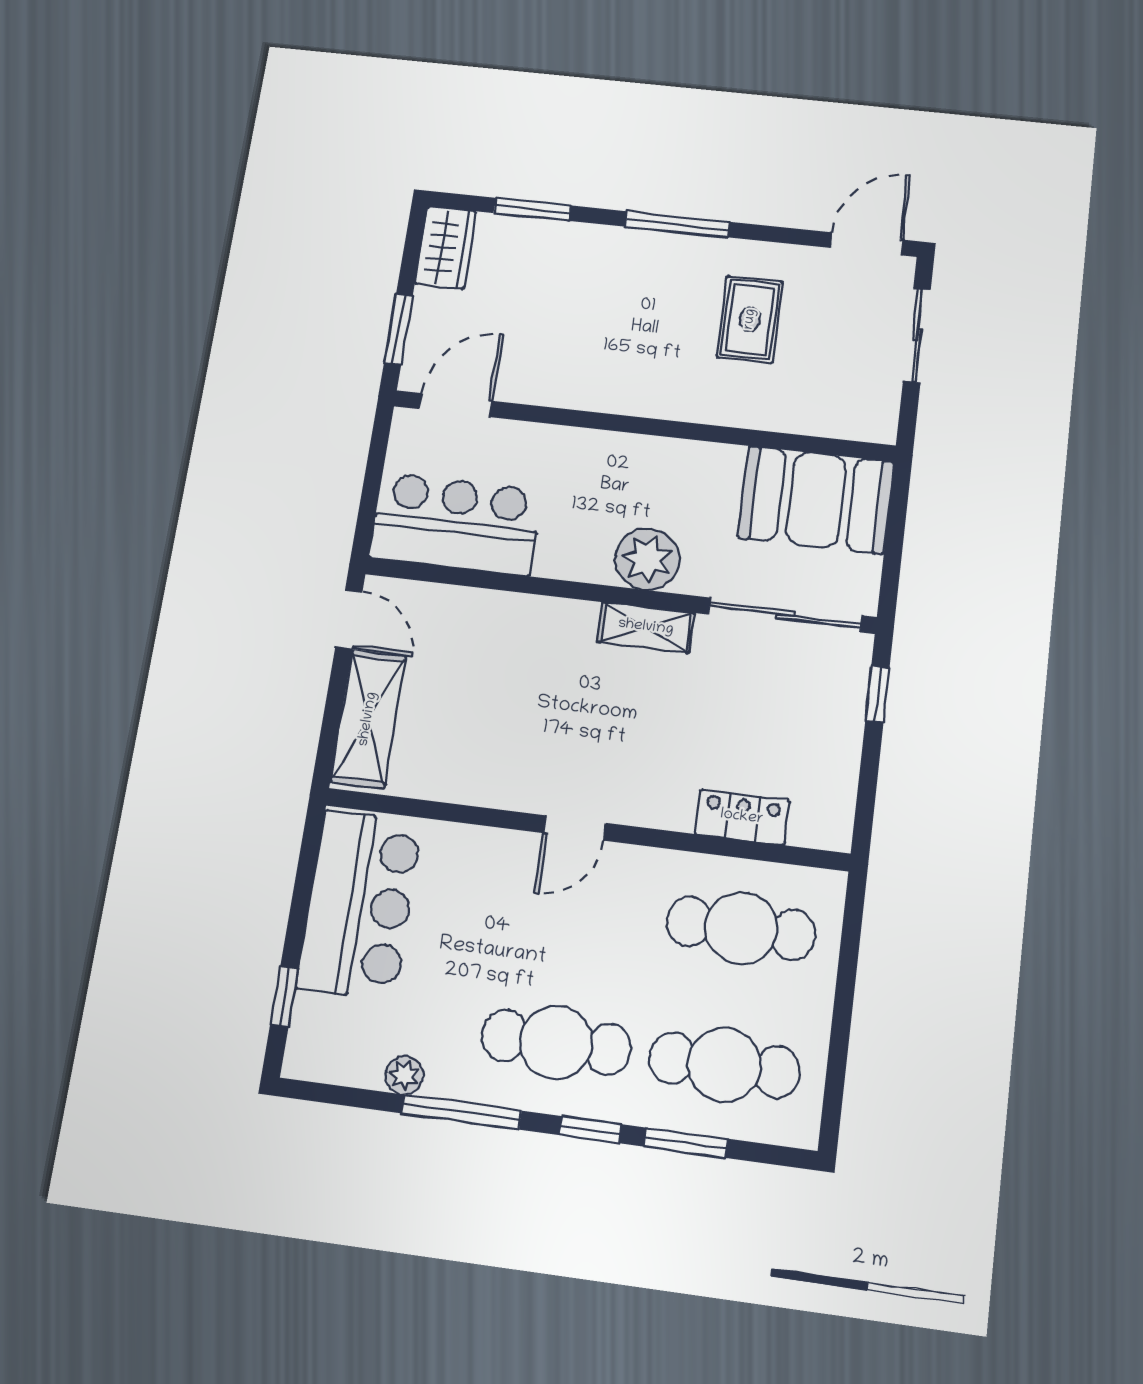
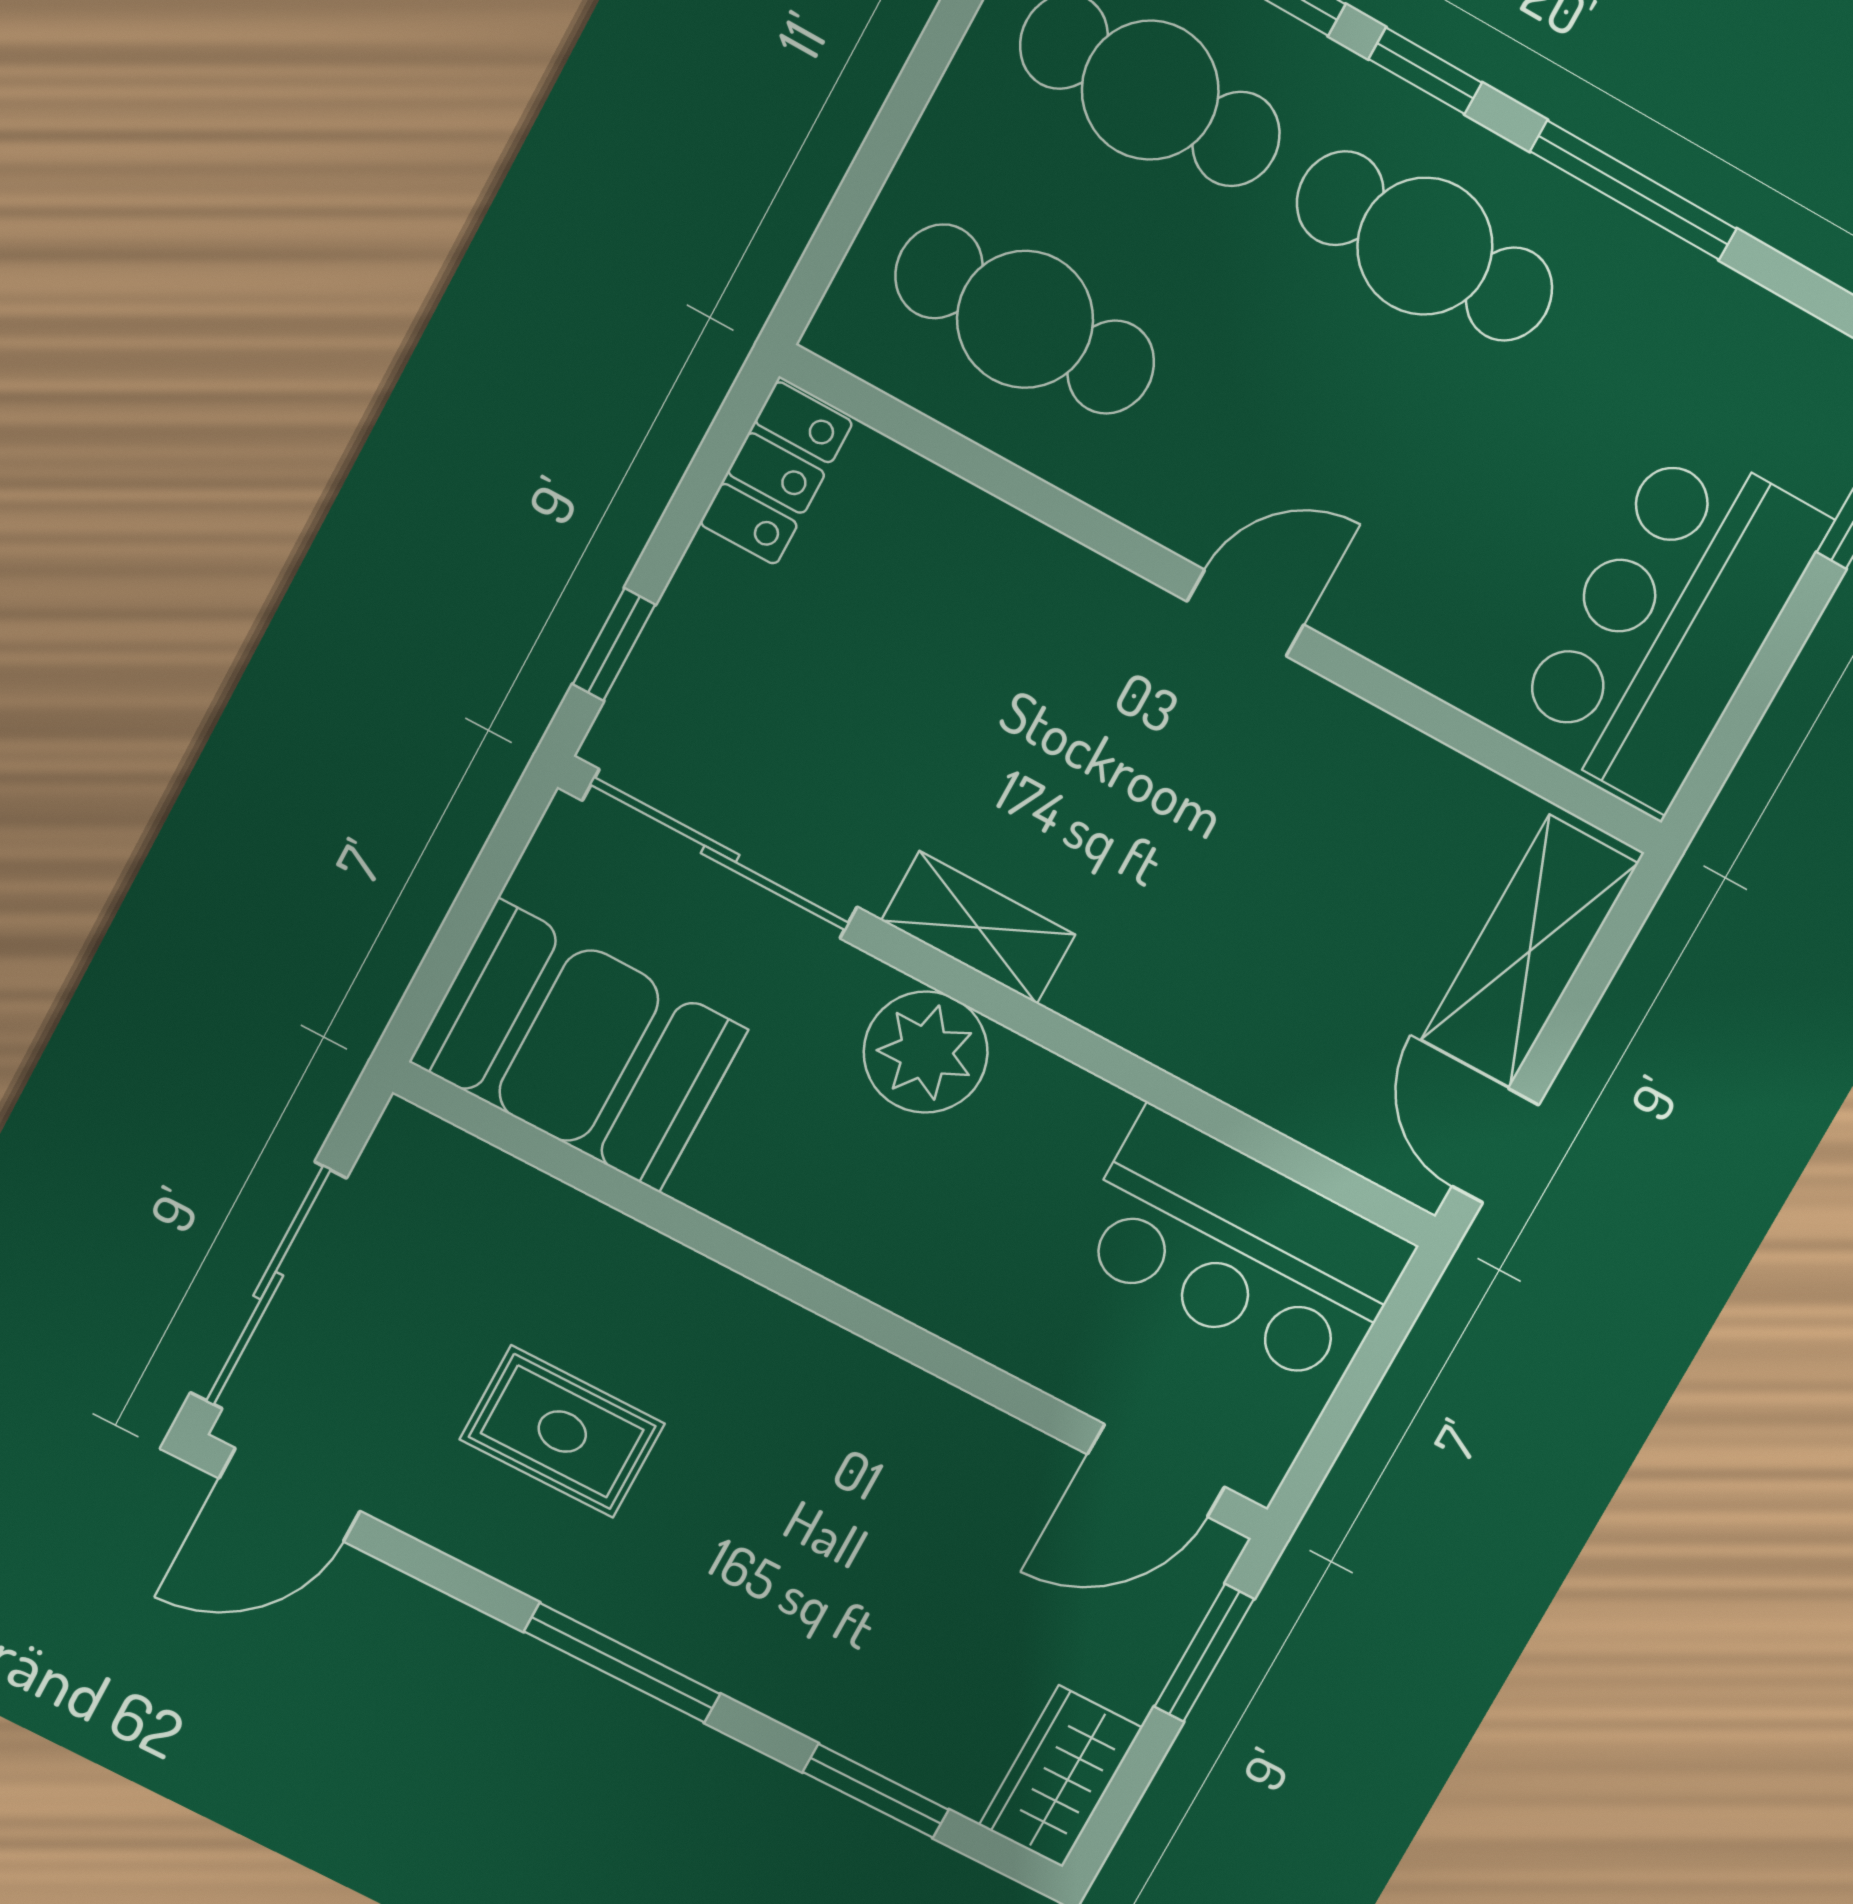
rug: (750, 319) -> (562, 1432), turned 90
sliding door: (917, 335) -> (268, 1286), width x1.37
locker: (742, 817) -> (776, 473), moved, turned -90
plant: (404, 1075) -> (1706, 293), removed

